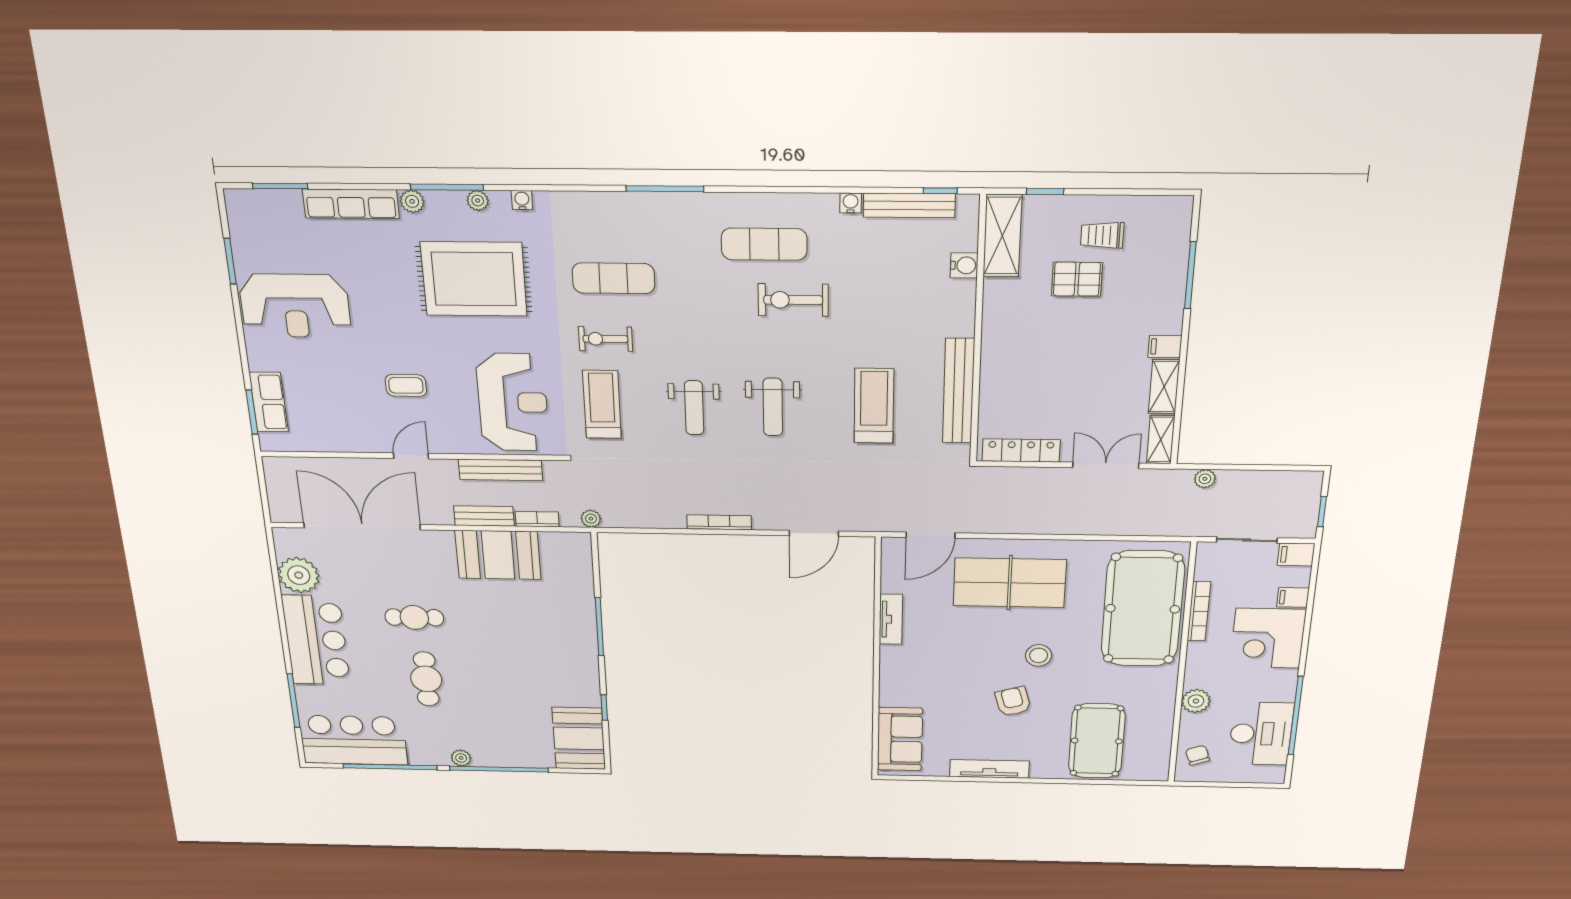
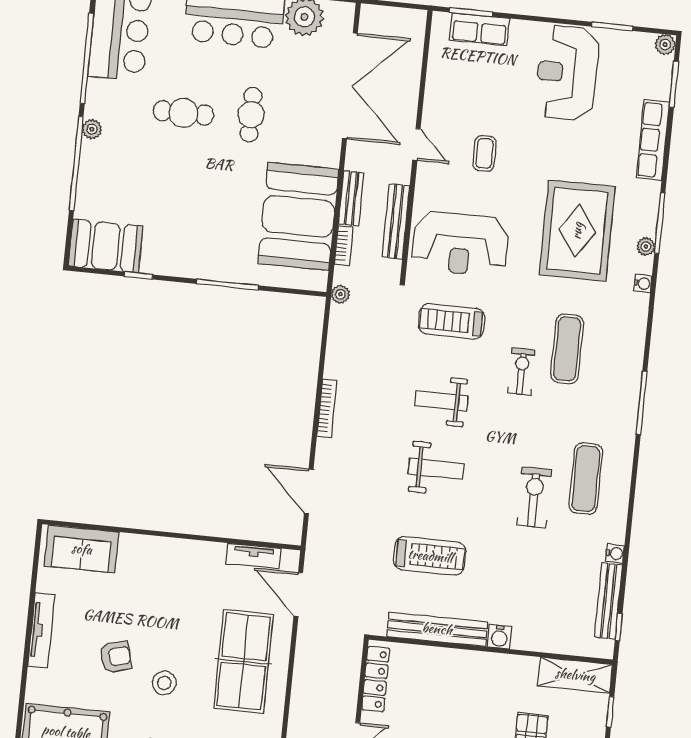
plant: (412, 201) -> (665, 44), moved
water cooler: (964, 265) -> (499, 637), moved
exercise bike: (605, 339) -> (521, 372), moved
treadmill: (602, 404) -> (452, 321), turned 180
weight bench: (773, 407) -> (436, 469), turned 180
booth: (498, 555) -> (298, 216), width x1.36, depth x1.42
tv unit: (891, 619) -> (254, 556), moved

